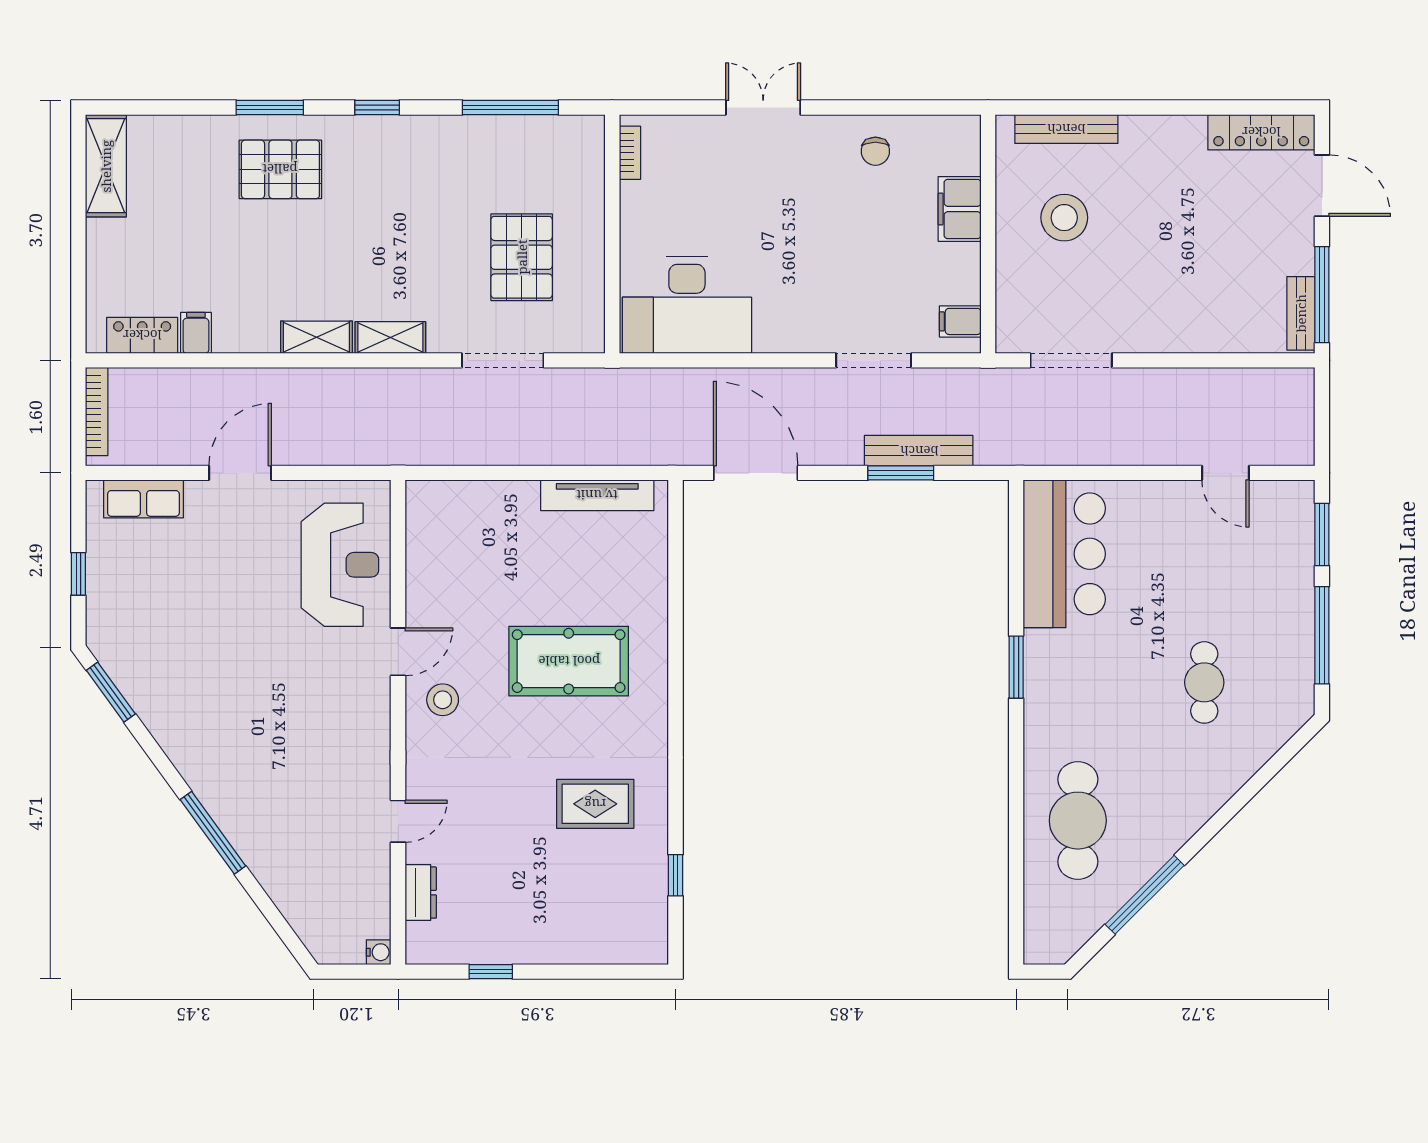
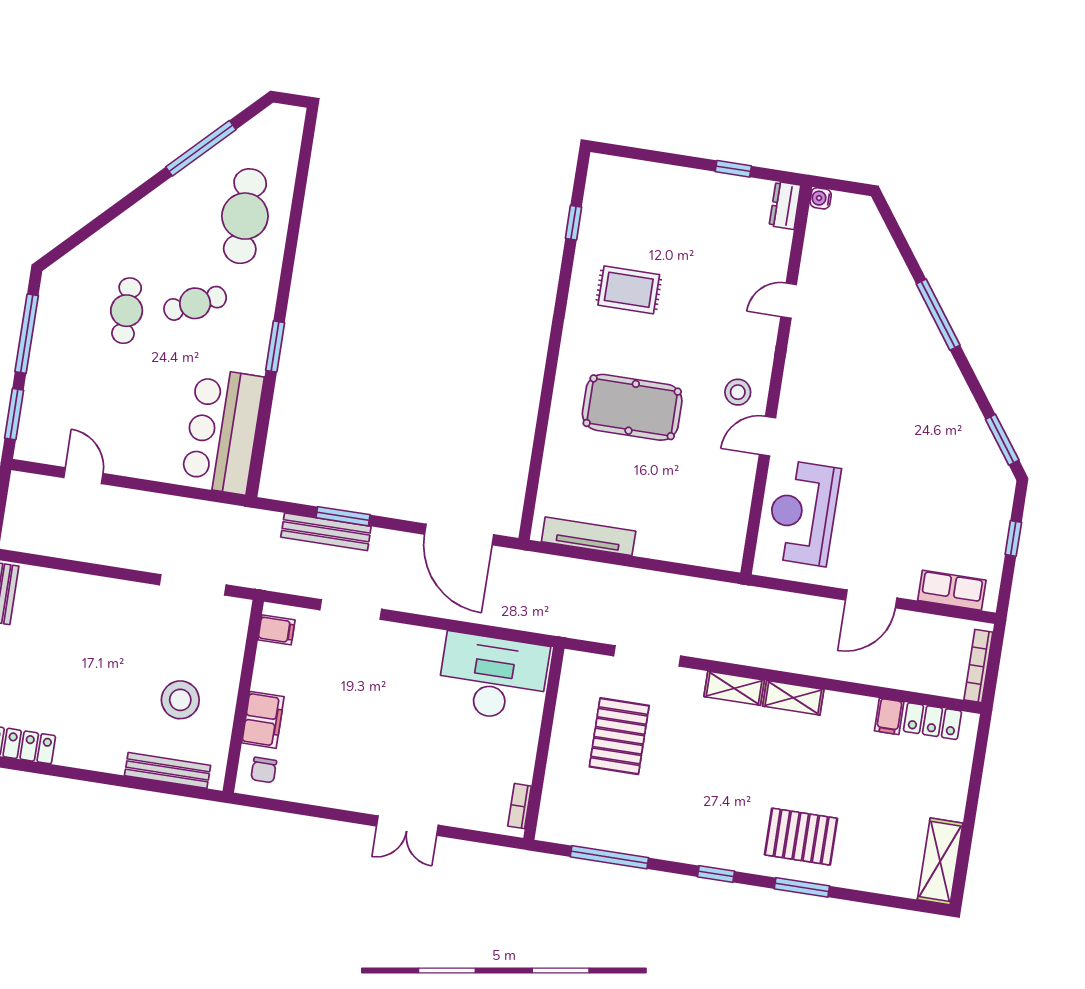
chair: (875, 151) -> (264, 770), moved, turned 180
cafe table: (1122, 705) -> (195, 303), added
dresser: (421, 893) -> (785, 205), moved

